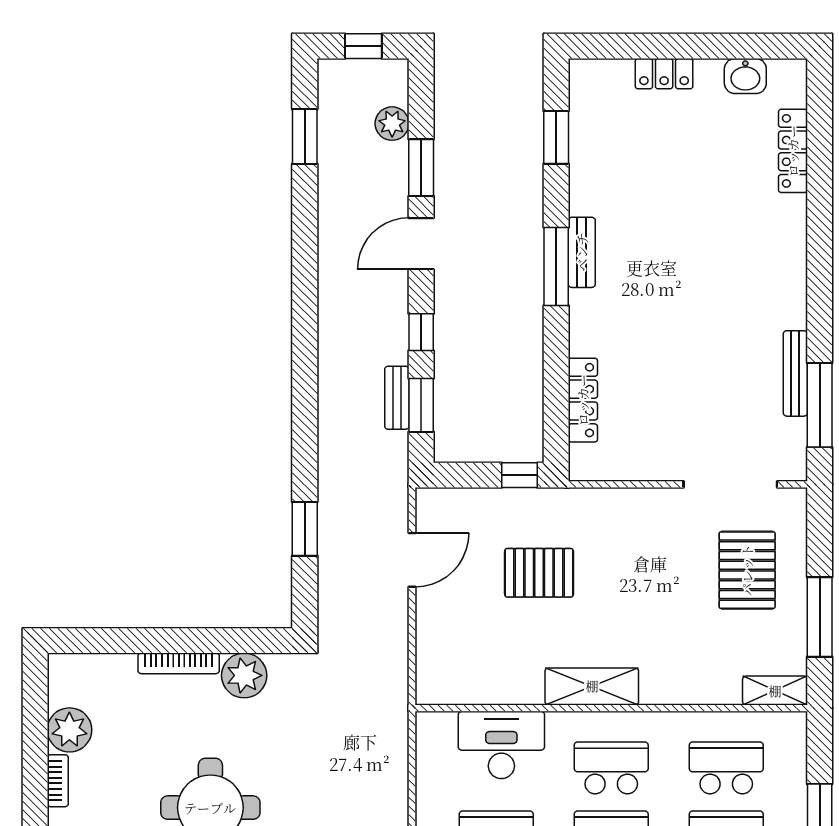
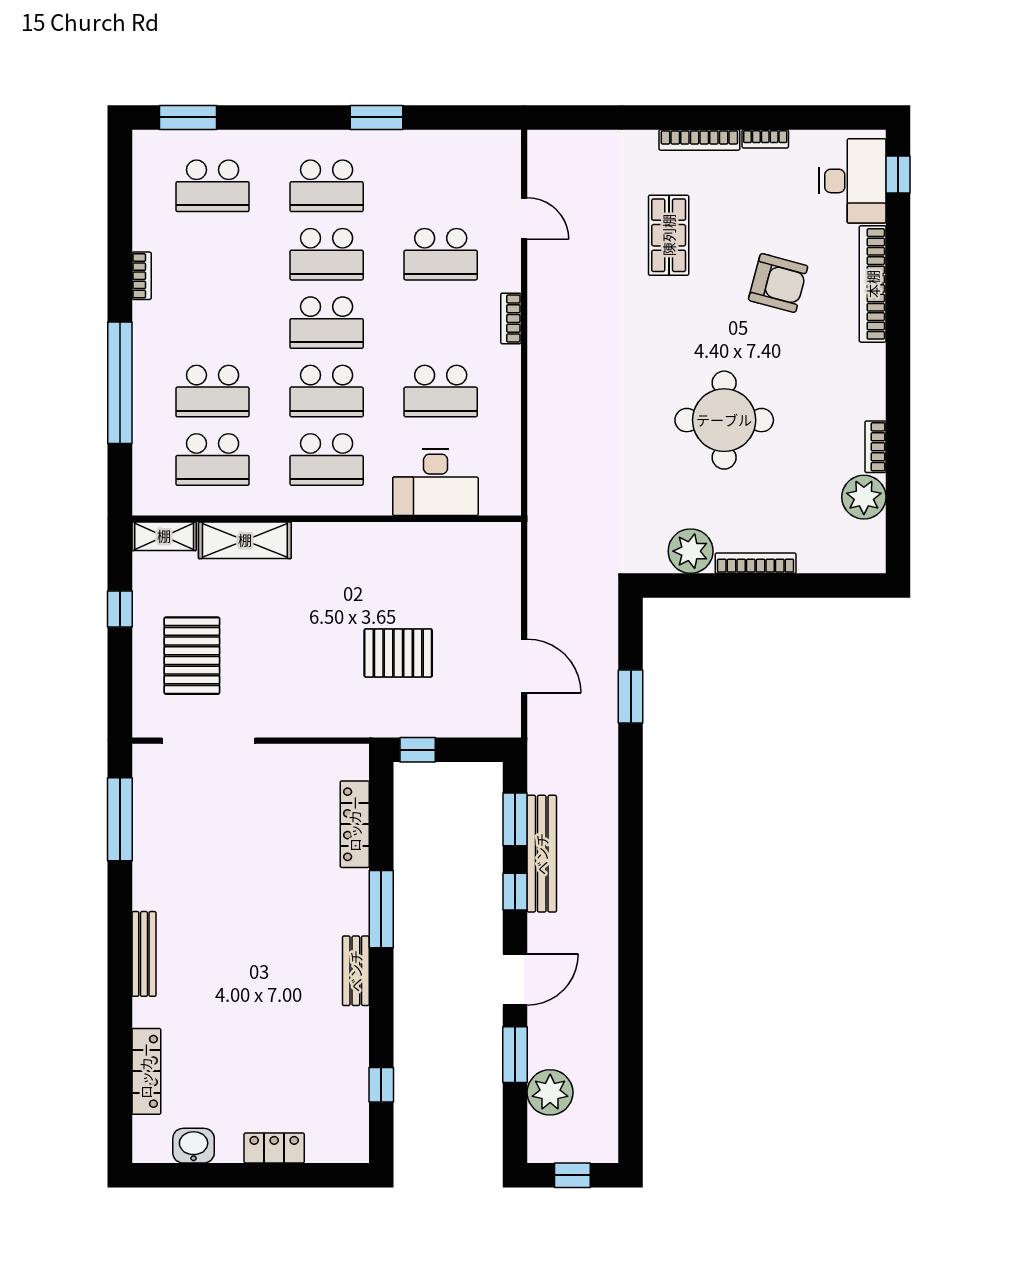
plant: (392, 124) -> (550, 1092), width x1.36, depth x1.36
window: (305, 137) -> (631, 1086), removed
window: (556, 137) -> (381, 1085), width x0.67
window: (556, 267) -> (381, 909), moved
bench: (795, 373) -> (144, 954), moved
bench: (397, 398) -> (542, 854), width x1.86, depth x1.21
door: (412, 560) -> (524, 666), swing flipped
window: (820, 617) -> (120, 609), width x0.46
shelving: (592, 686) -> (245, 540), moved

